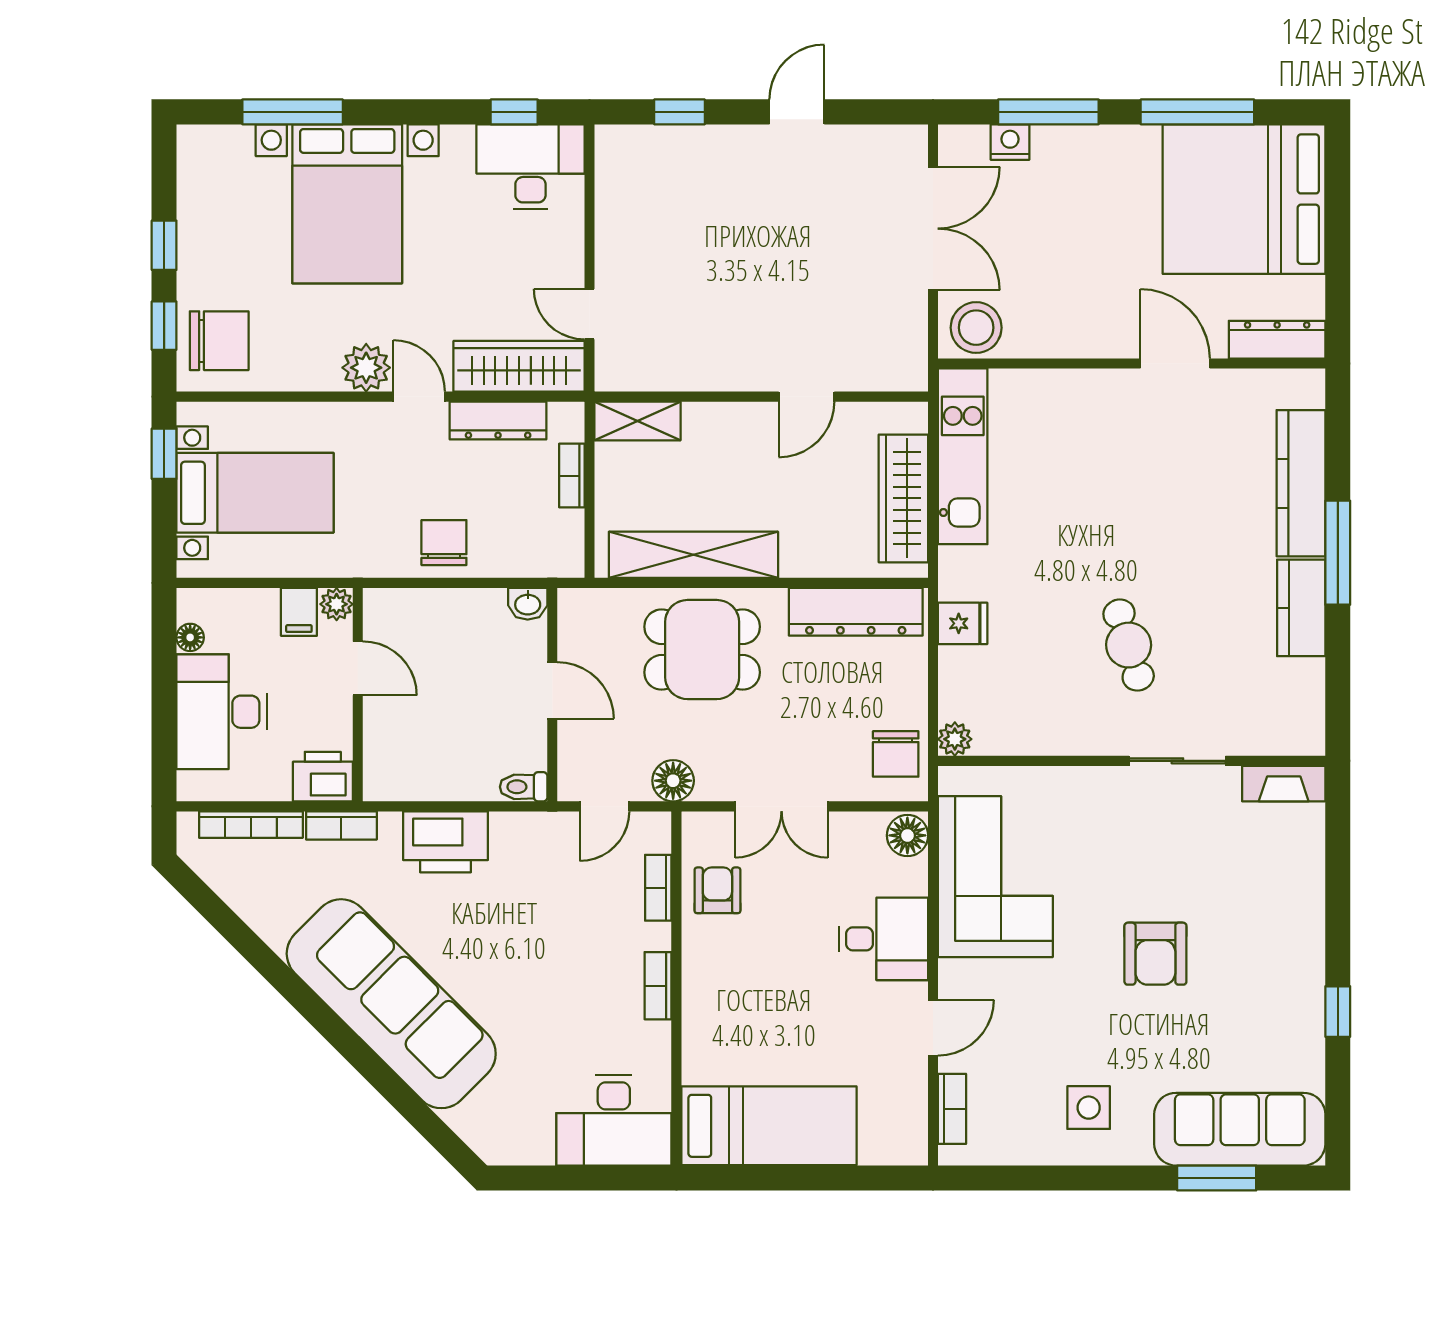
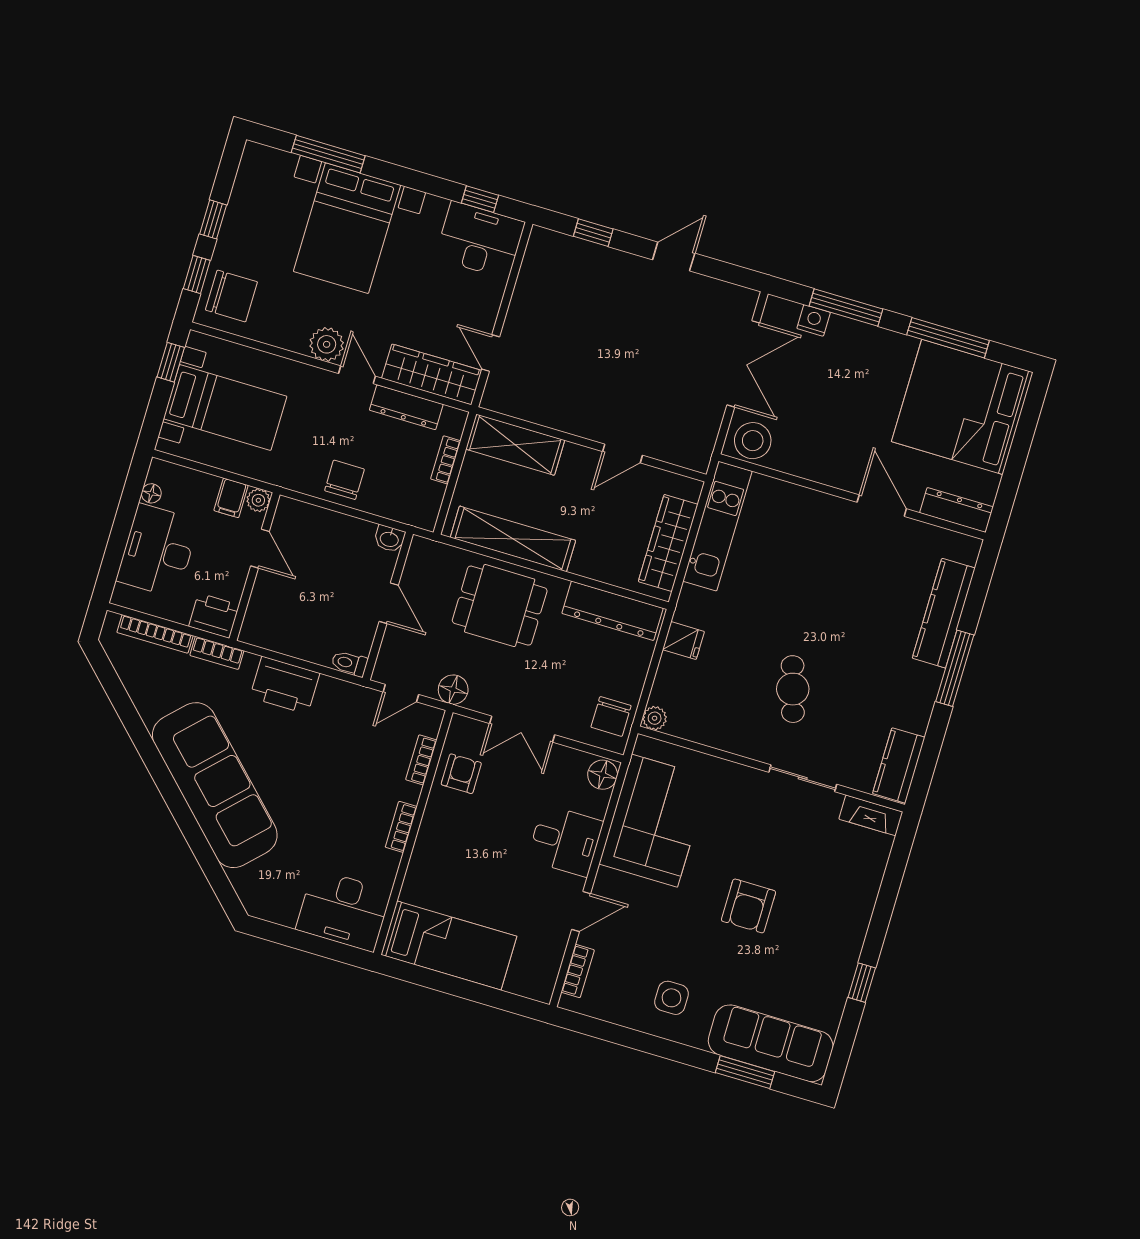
shelving: (638, 421) -> (515, 445), width x1.50, depth x1.33
kitchen counter: (1301, 608) -> (899, 765), moved

